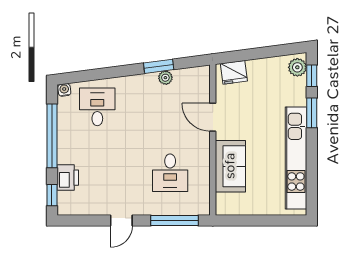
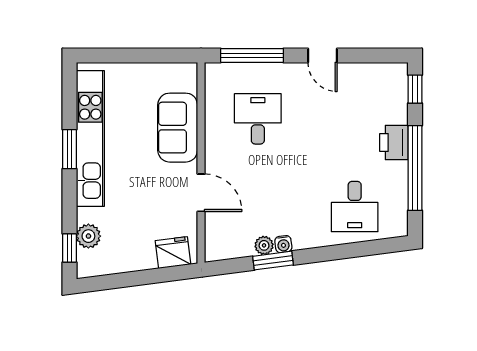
plant: (297, 67) -> (88, 236), moved
water cooler: (64, 90) -> (283, 244), moved
window: (312, 113) -> (69, 149), moved
printer: (68, 178) -> (394, 142), moved
door: (121, 220) -> (323, 55), swing flipped

